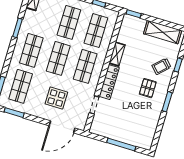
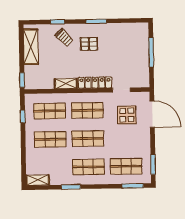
display table: (56, 98) -> (127, 115), moved

